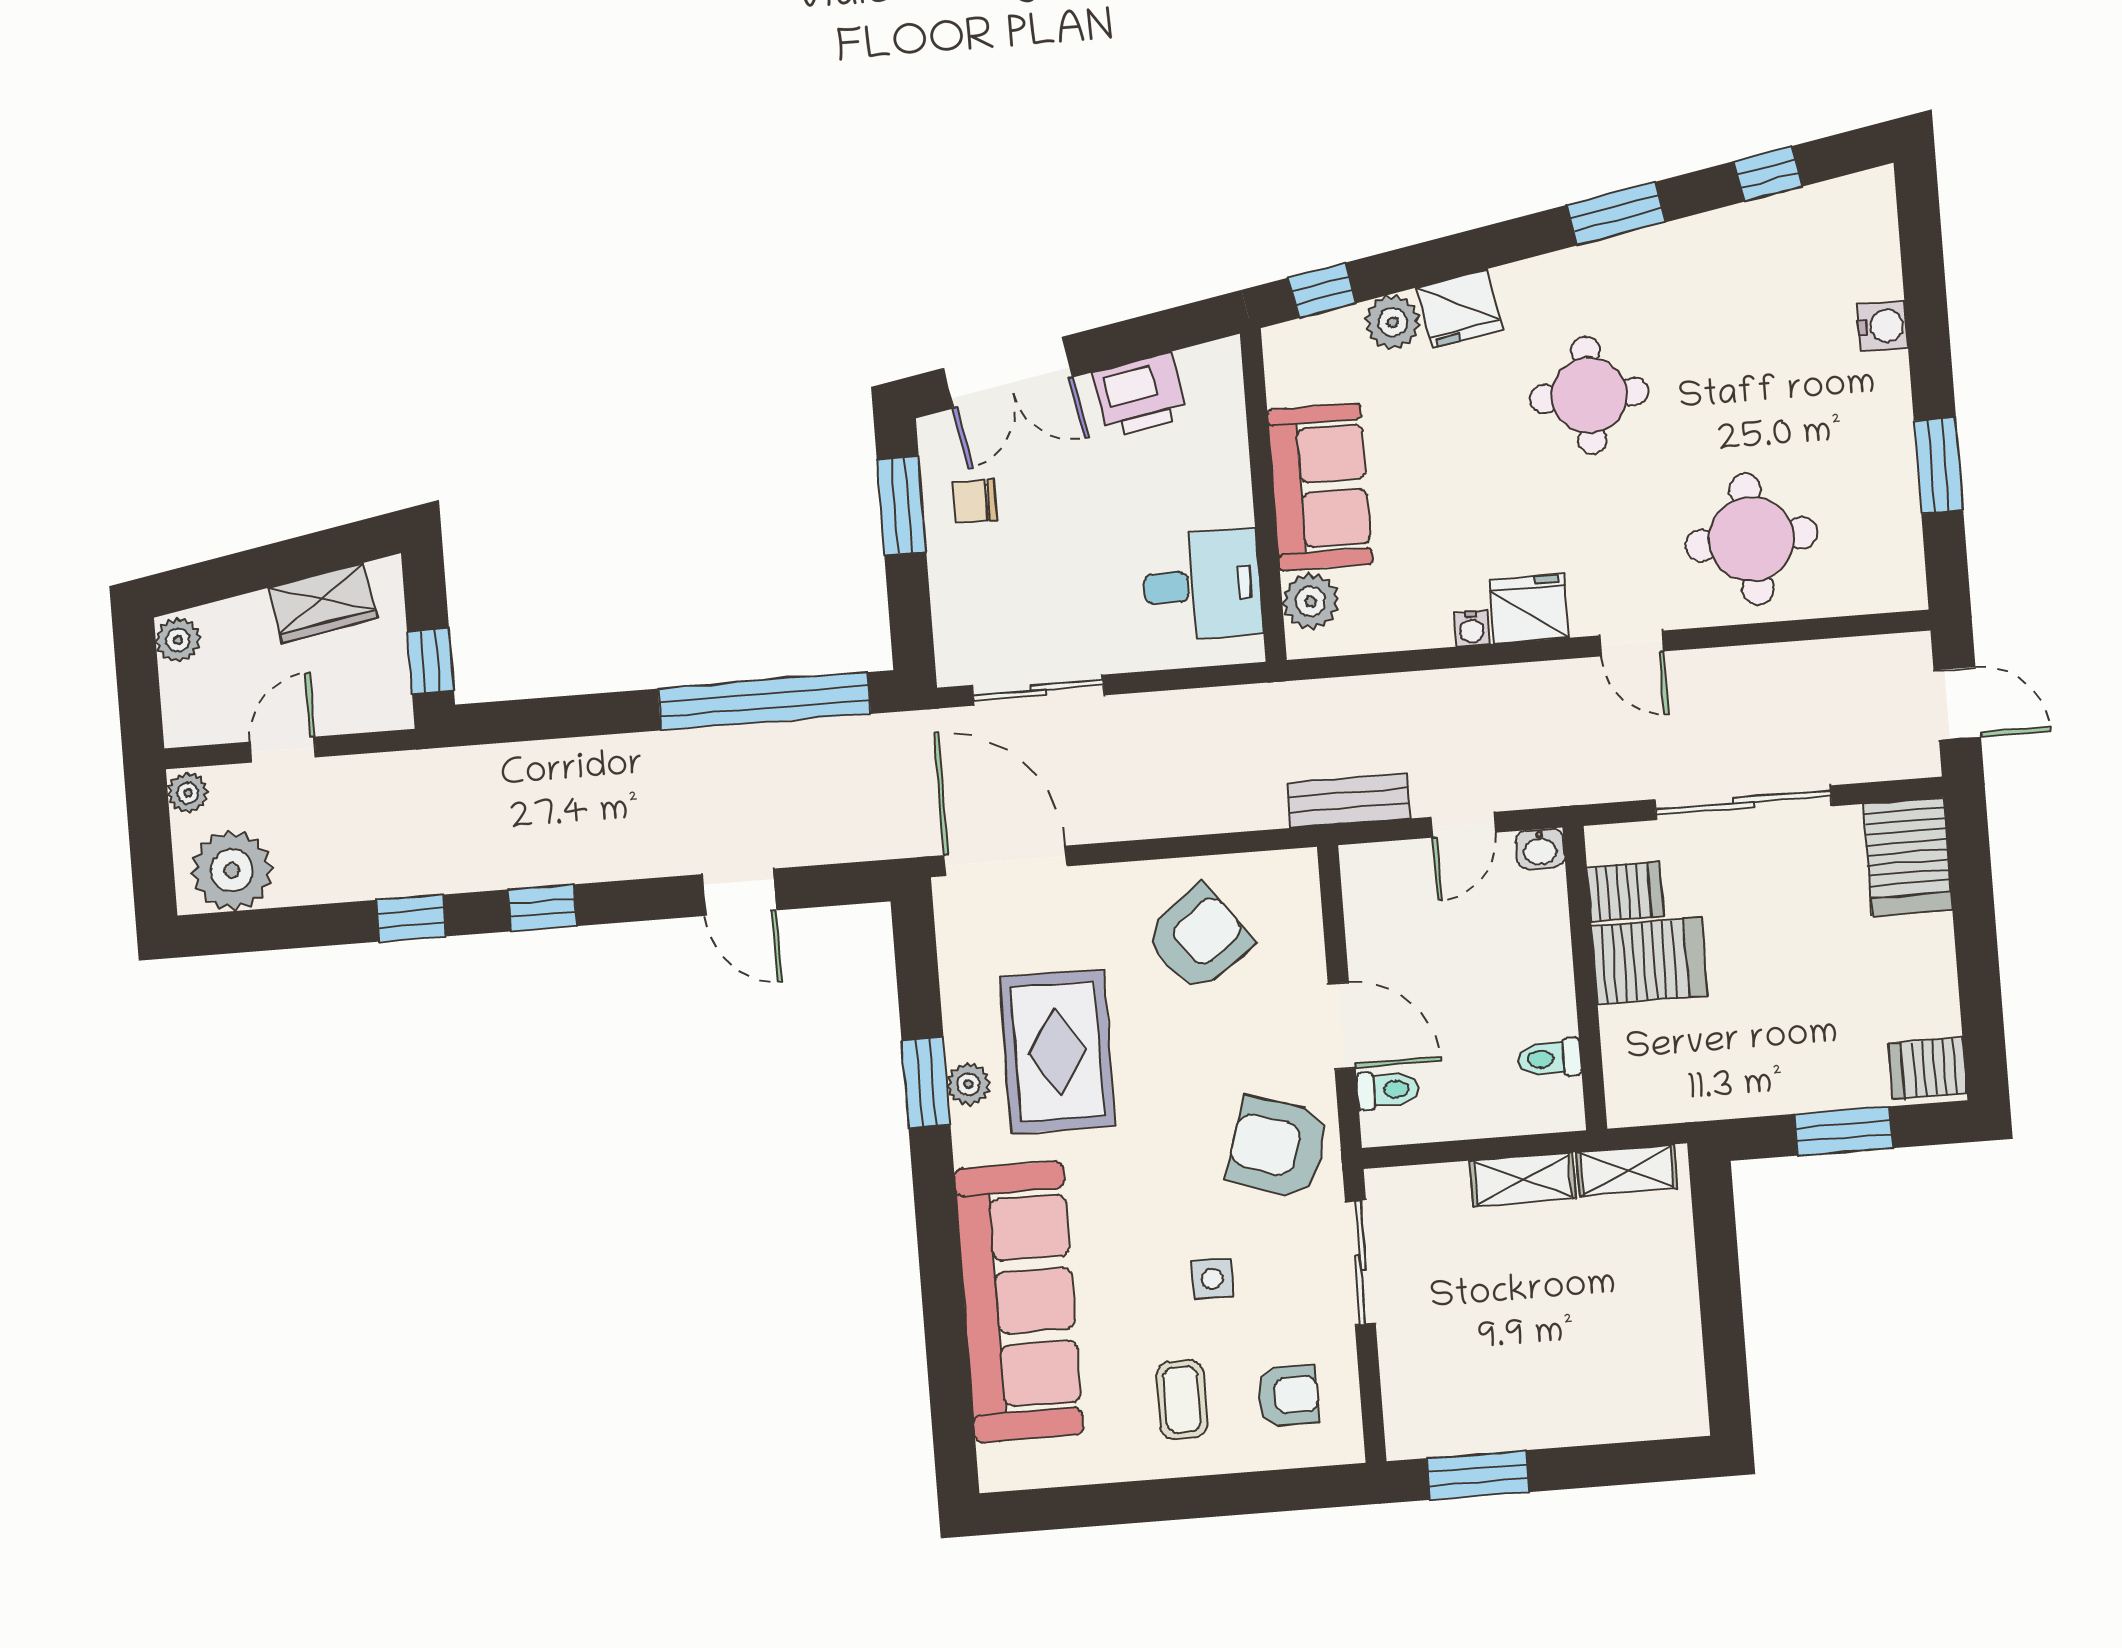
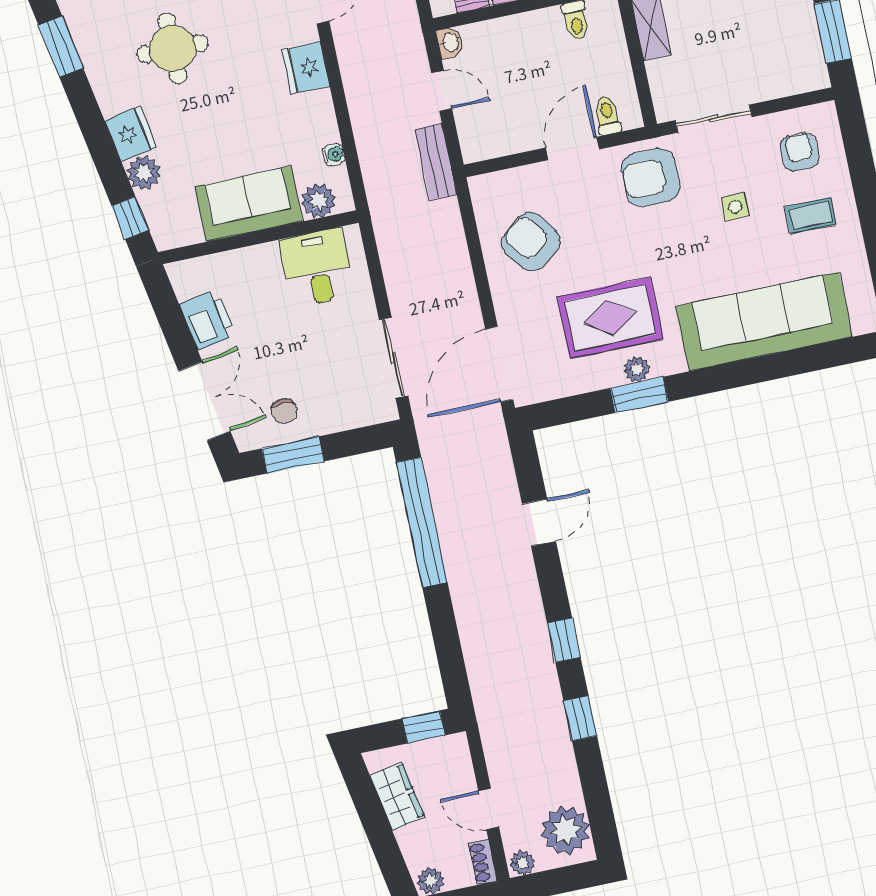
water cooler: (1472, 629) -> (334, 154), moved
shoe rack: (198, 729) -> (483, 862), added
armchair: (1278, 1147) -> (651, 178), turned 72

